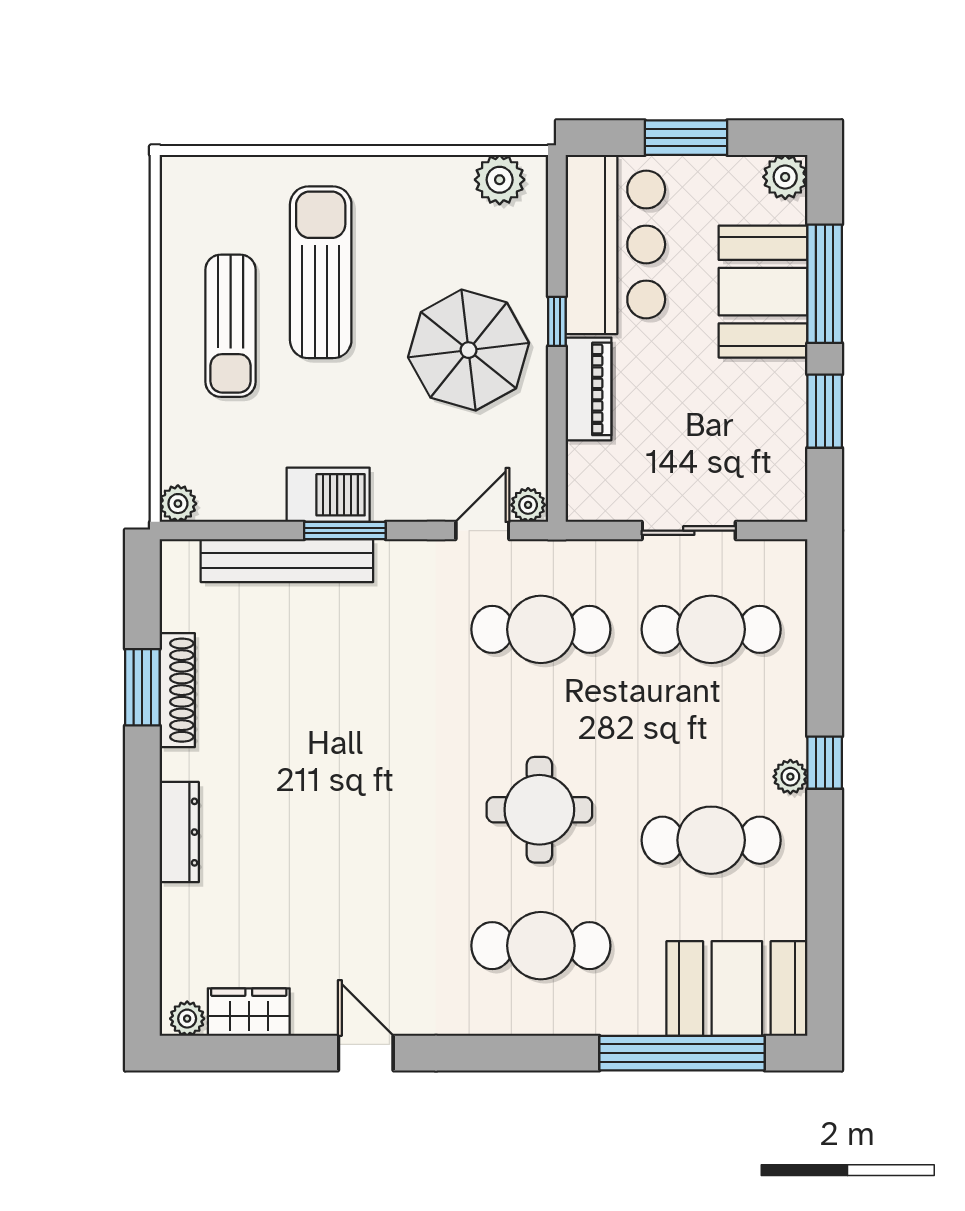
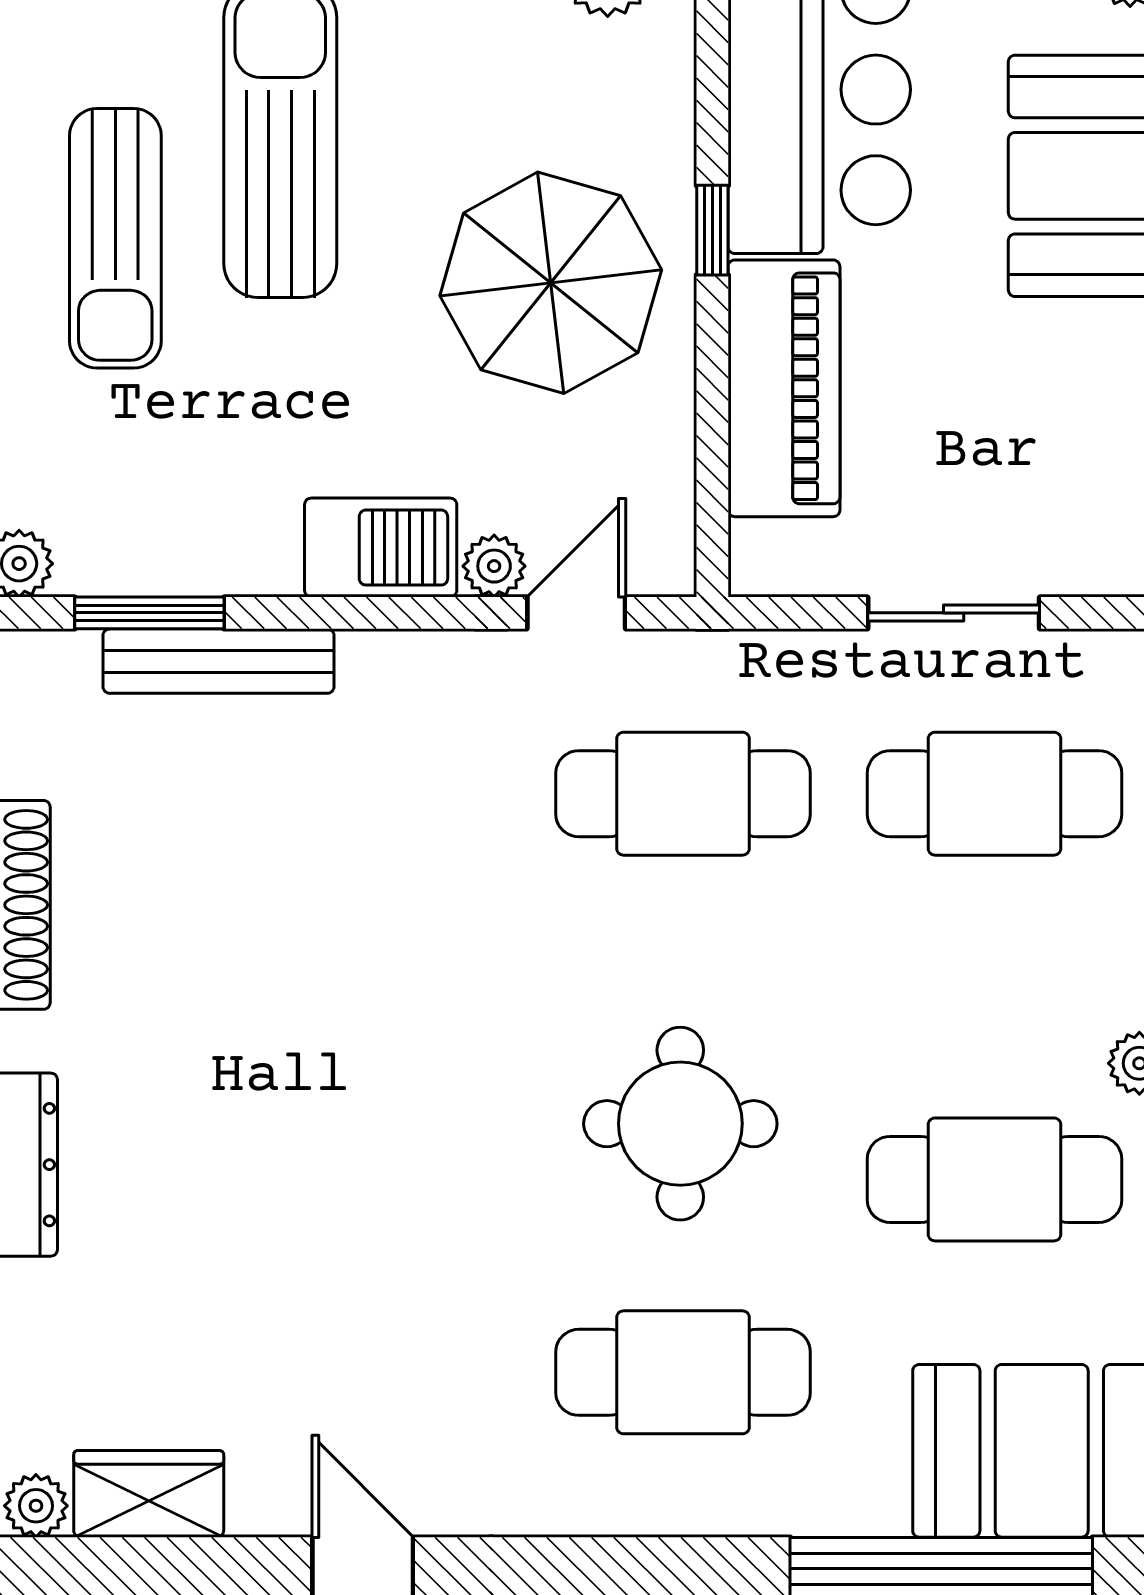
piano: (588, 389) -> (784, 388), width x1.37, depth x1.33
barbecue: (328, 495) -> (381, 548), moved
plant: (528, 505) -> (494, 566), moved
window: (345, 531) -> (149, 613), moved
bench: (287, 561) -> (219, 661), width x0.73, depth x0.82

